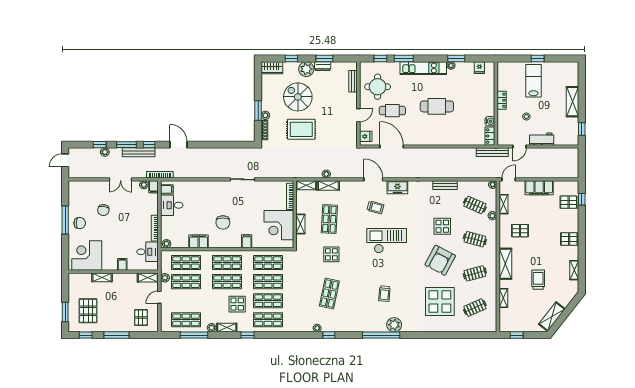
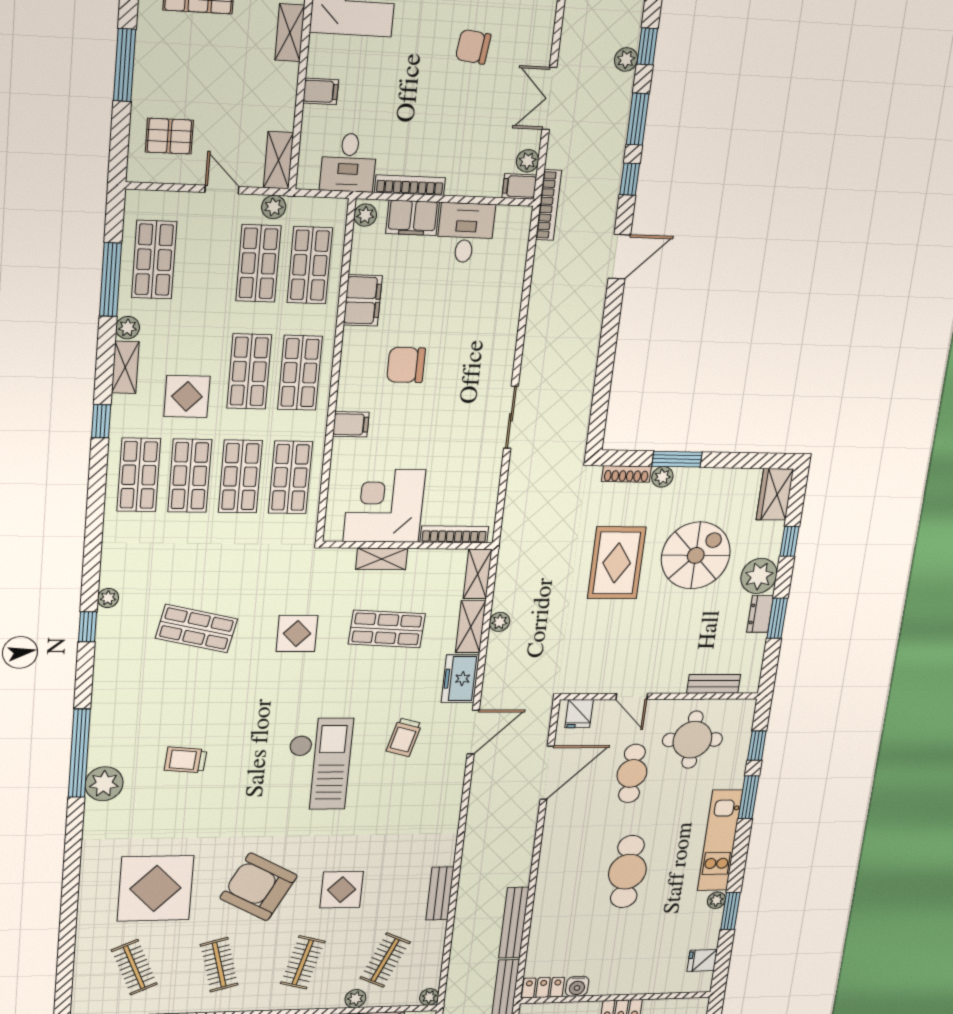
bench: (139, 152) -> (514, 923), moved
freezer: (397, 187) -> (460, 679), moved
filing cabinet: (167, 189) -> (413, 218), moved, width x2.00

